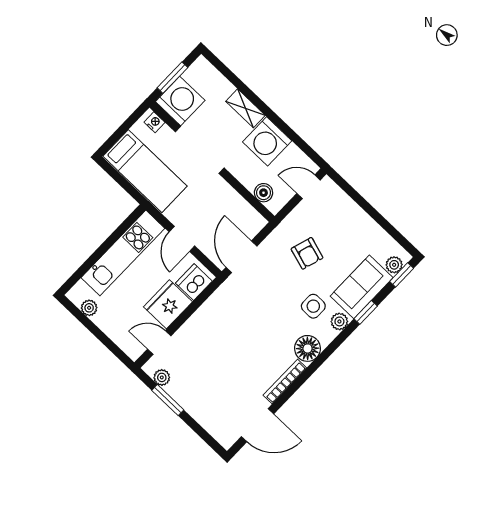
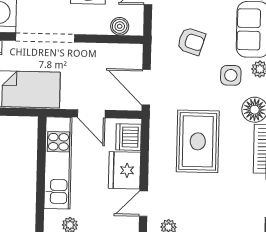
rug: (243, 333) -> (198, 141), added

